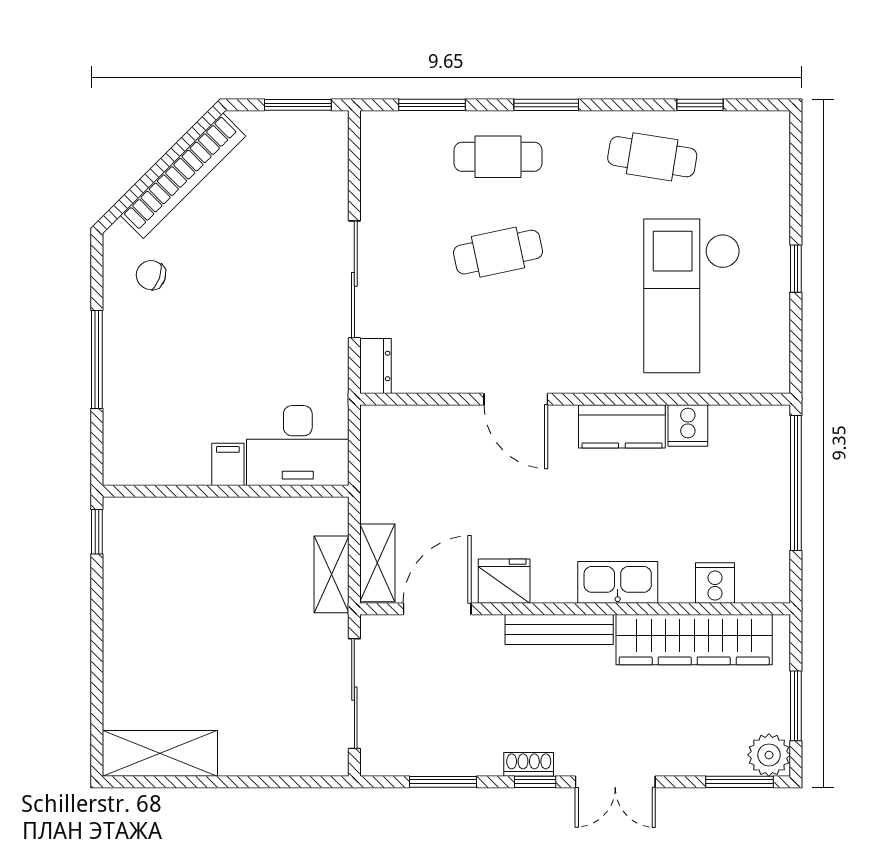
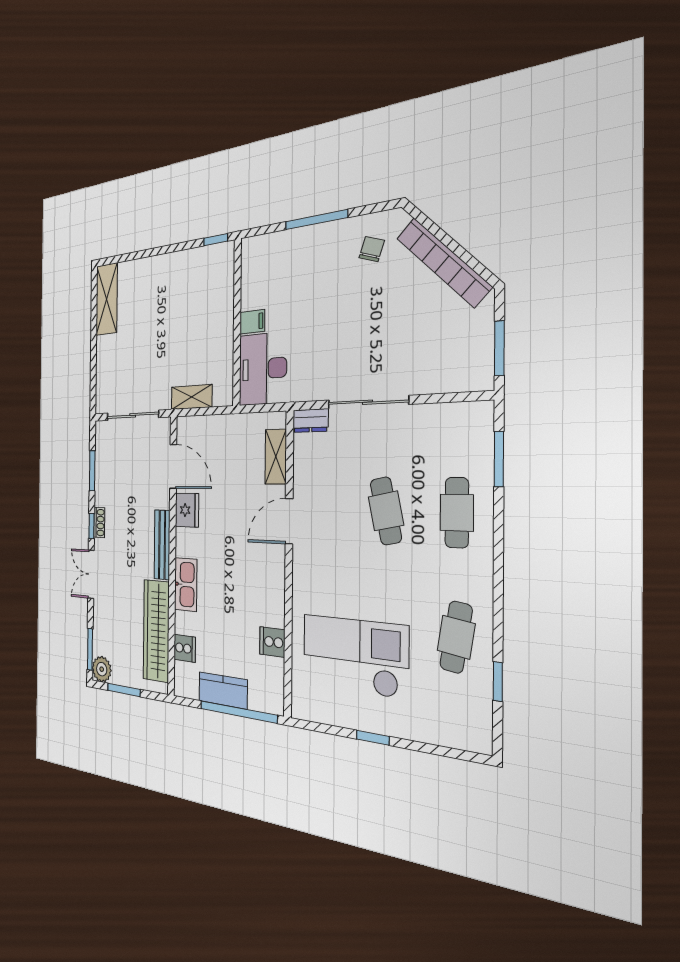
window: (546, 105) -> (498, 554), removed
kitchen counter: (622, 426) -> (223, 690), moved, turned 90
shelving: (377, 563) -> (276, 457), moved, turned 90

